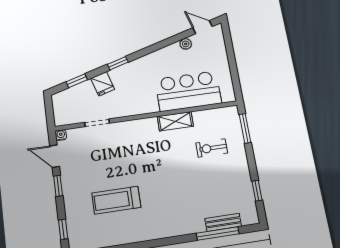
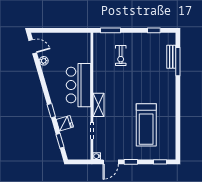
door: (203, 27) -> (33, 47), swing flipped
bar counter: (188, 91) -> (78, 85), moved
shelving: (175, 121) -> (99, 105), moved
treadmill: (116, 200) -> (146, 125), width x1.37, depth x1.38

